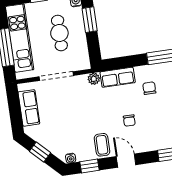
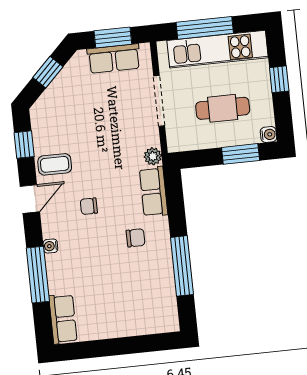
window: (15, 109) -> (113, 37), added
water cooler: (71, 158) -> (50, 246), moved

